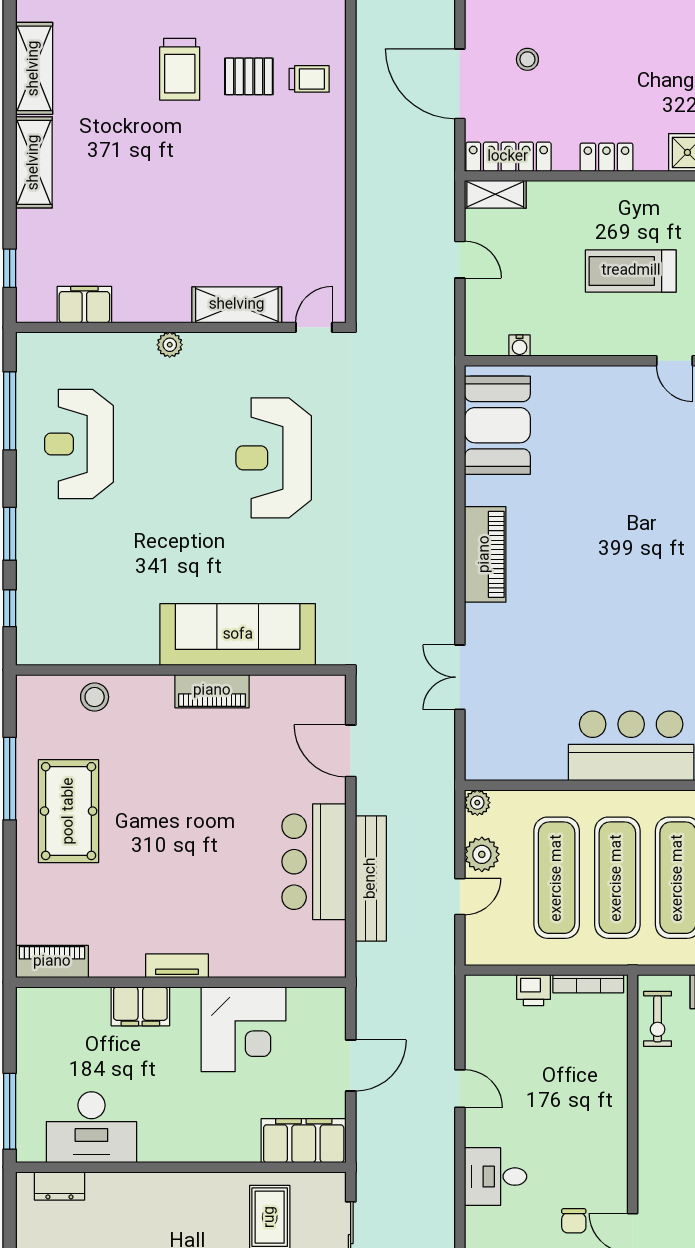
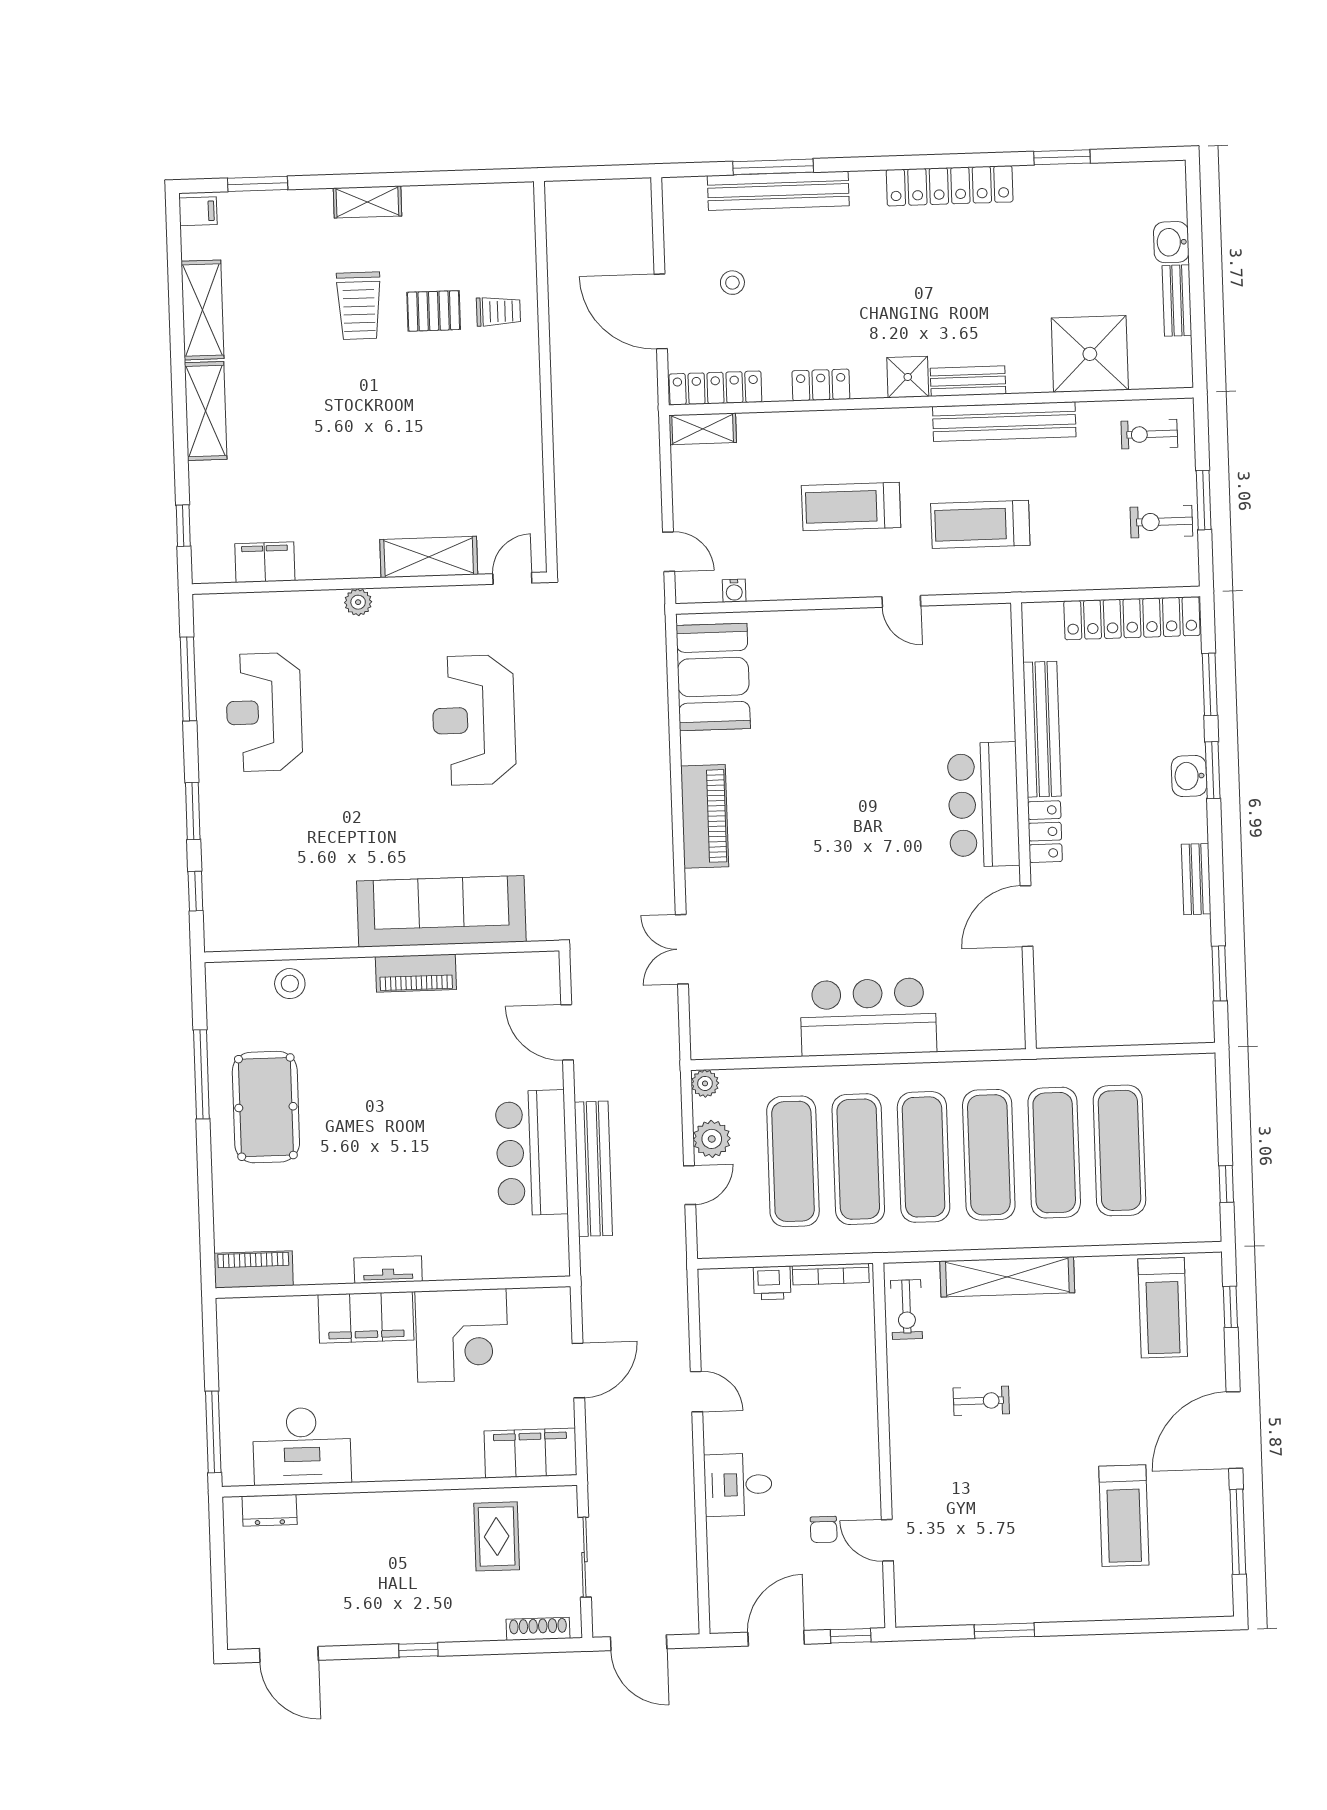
door: (460, 260) -> (669, 552), moved
filing cabinet: (140, 1006) -> (366, 1317), width x1.50, depth x1.17

